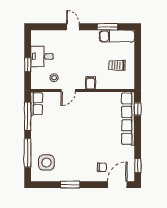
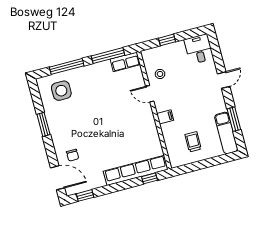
desk: (42, 56) -> (199, 49), moved

